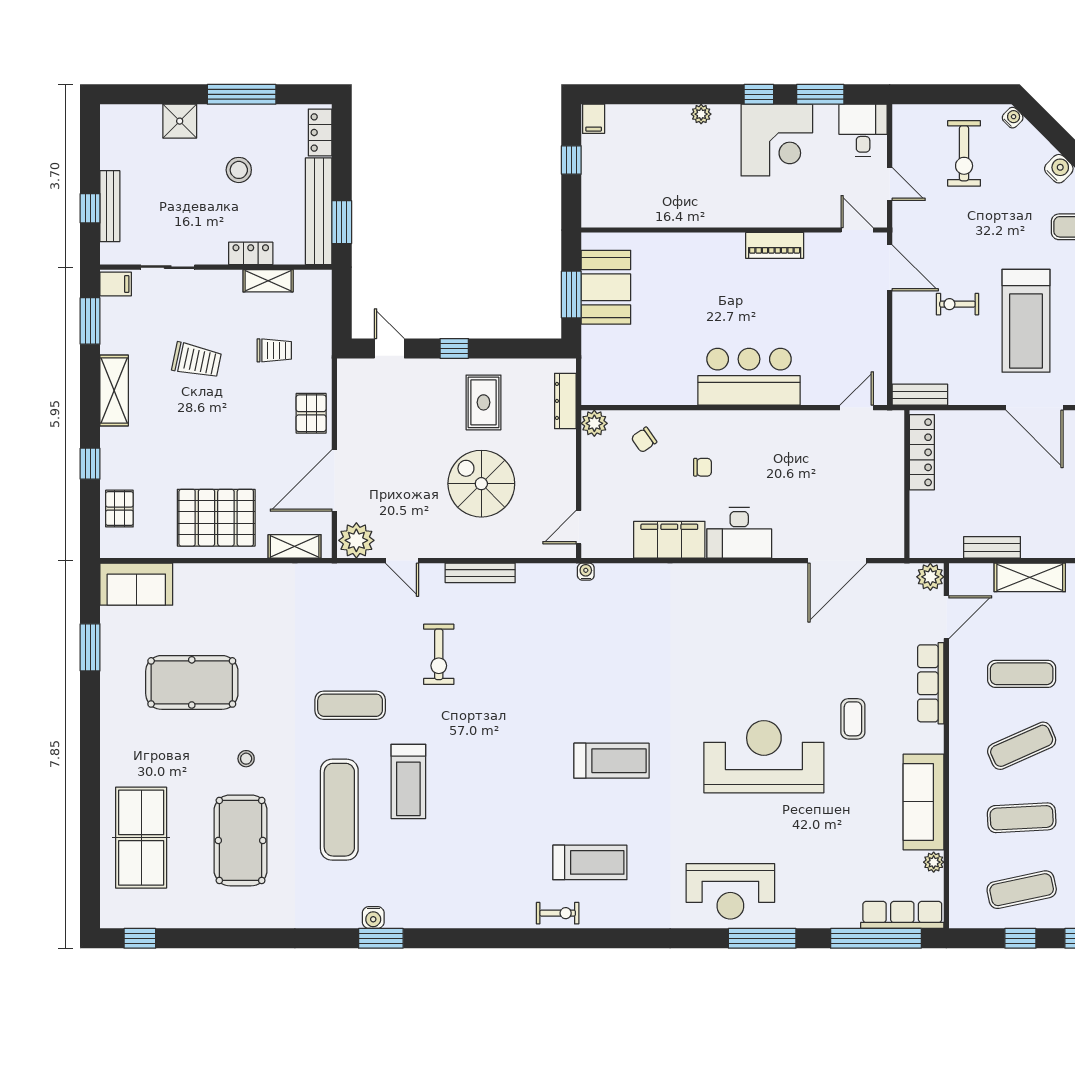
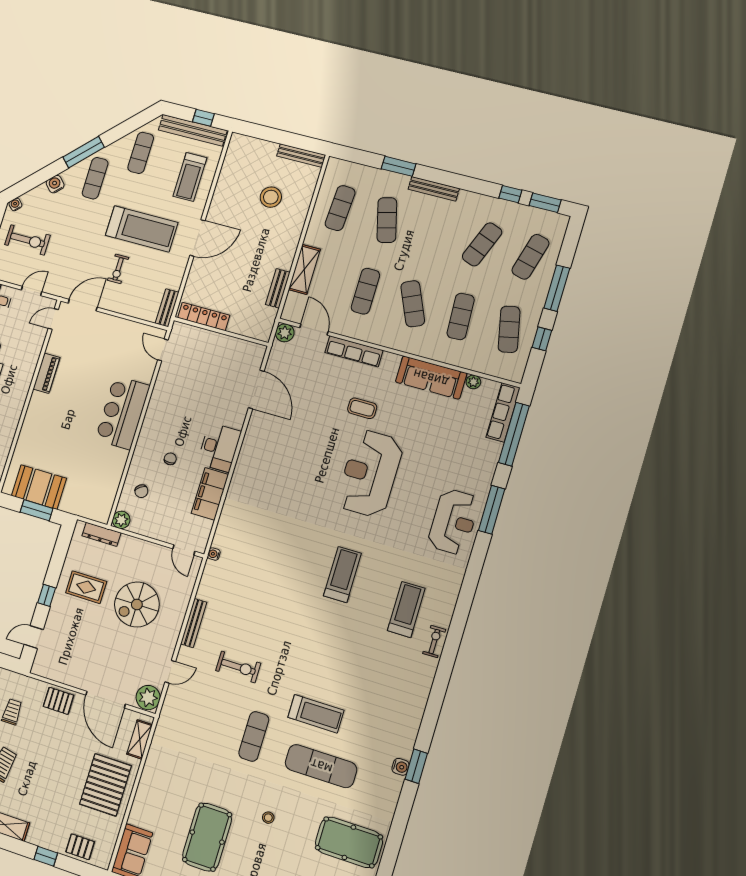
pool table: (241, 840) -> (349, 842), moved

